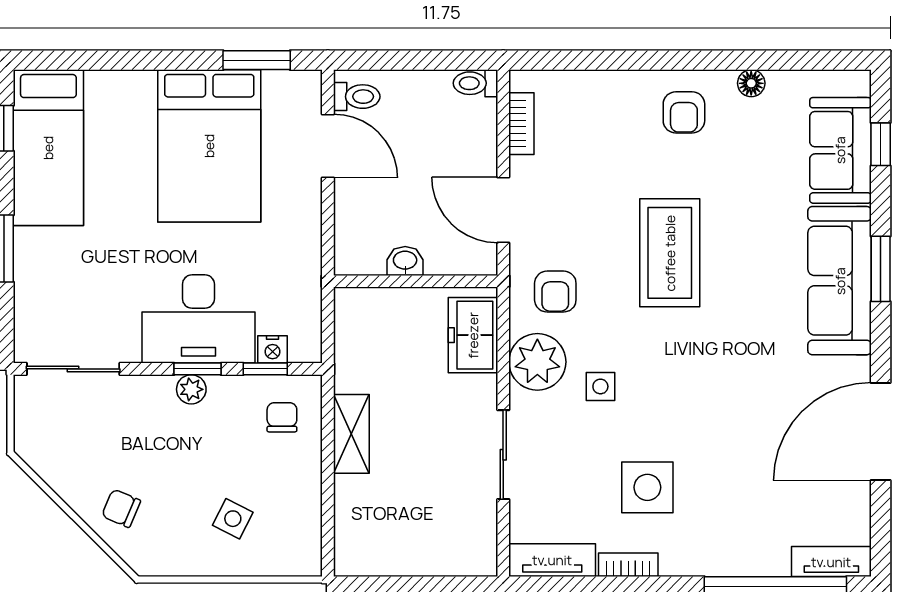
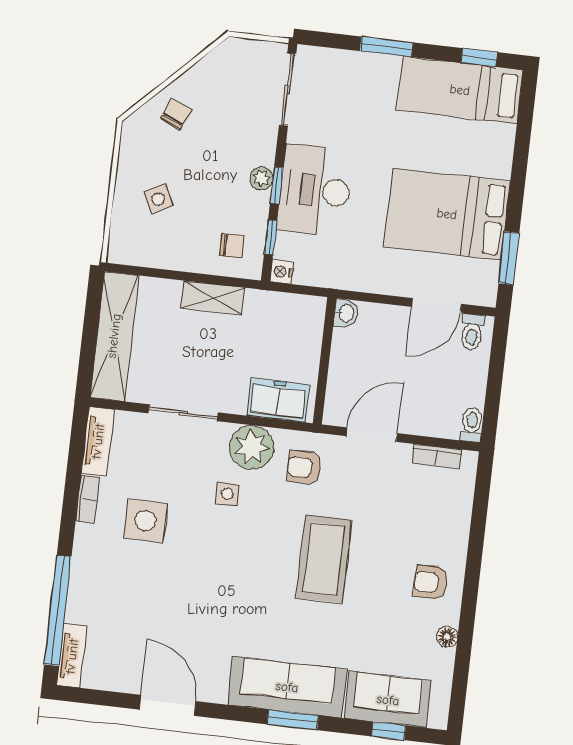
coffee table: (670, 253) -> (324, 559), turned 90
washbasin: (405, 261) -> (346, 313), moved
nightstand: (273, 349) -> (282, 272), moved
door: (881, 431) -> (168, 705), width x0.73
side table: (233, 519) -> (158, 199), turned 38
shelving: (415, 554) -> (114, 336), added

